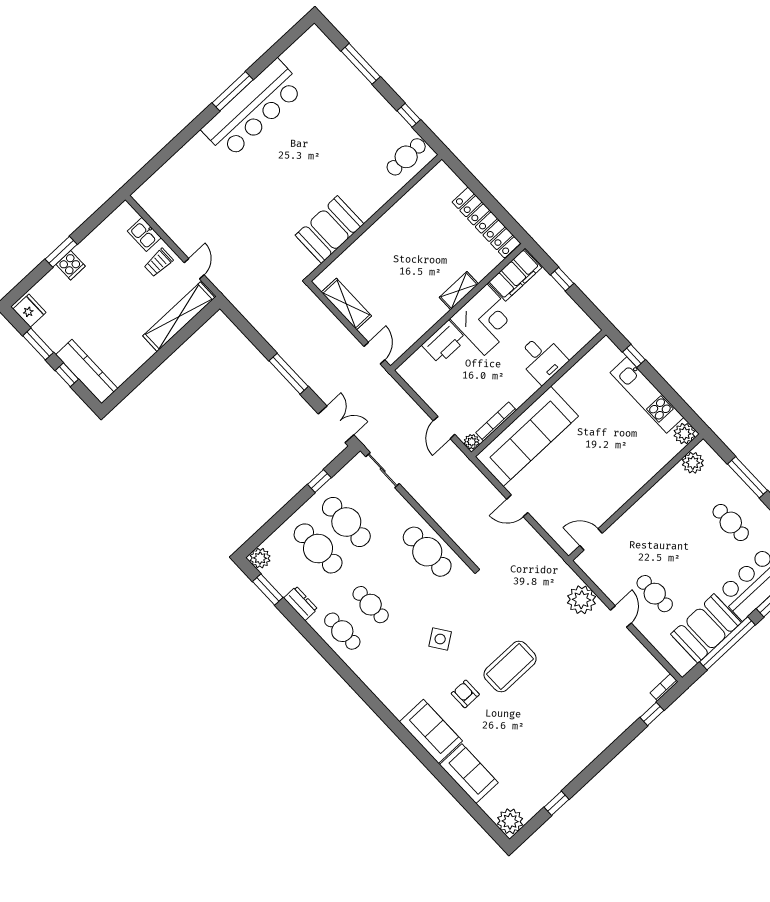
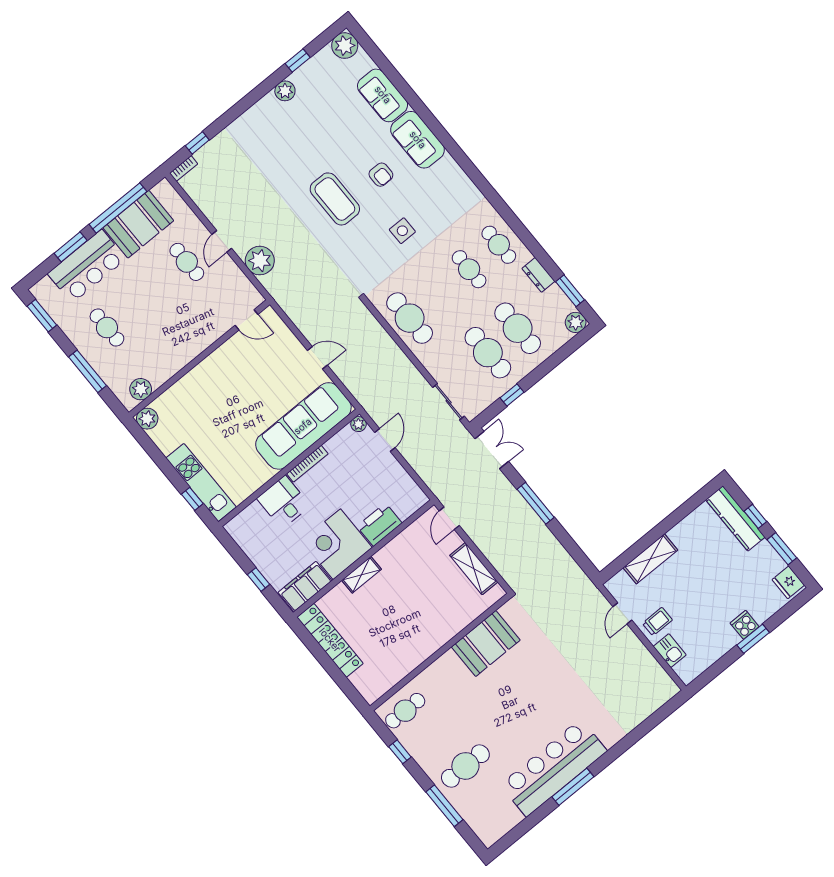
cafe table: (342, 105) -> (465, 766), added
shelving: (179, 317) -> (650, 559), width x0.68
kitchen unit: (647, 395) -> (201, 483), moved
bookcase: (496, 421) -> (307, 464), moved
double door: (336, 424) -> (492, 450), swing flipped
side table: (440, 639) -> (402, 231), turned 35
coffee table: (510, 666) -> (335, 199), turned 90
plant: (567, 772) -> (285, 91), added

